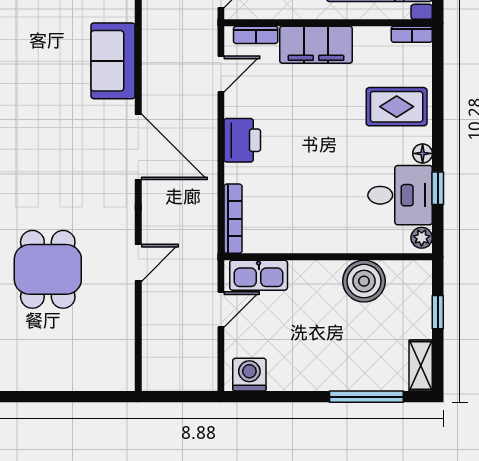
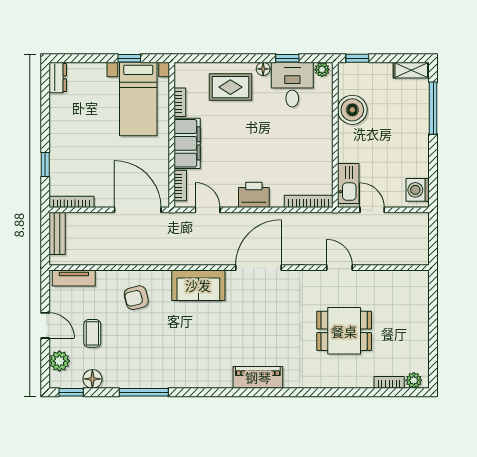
bookcase: (412, 34) -> (180, 102), moved
rug: (397, 107) -> (230, 87), turned 90
window: (438, 312) -> (357, 58), moved

